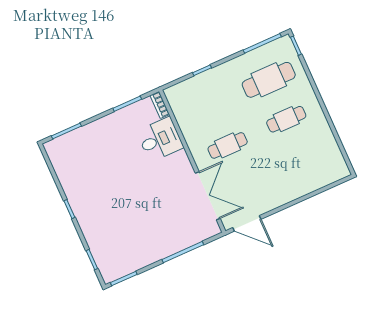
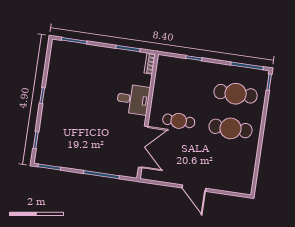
cafe table: (286, 119) -> (231, 128), width x1.37, depth x1.35
desk: (160, 139) -> (133, 99), moved
door: (247, 223) -> (194, 188), moved

